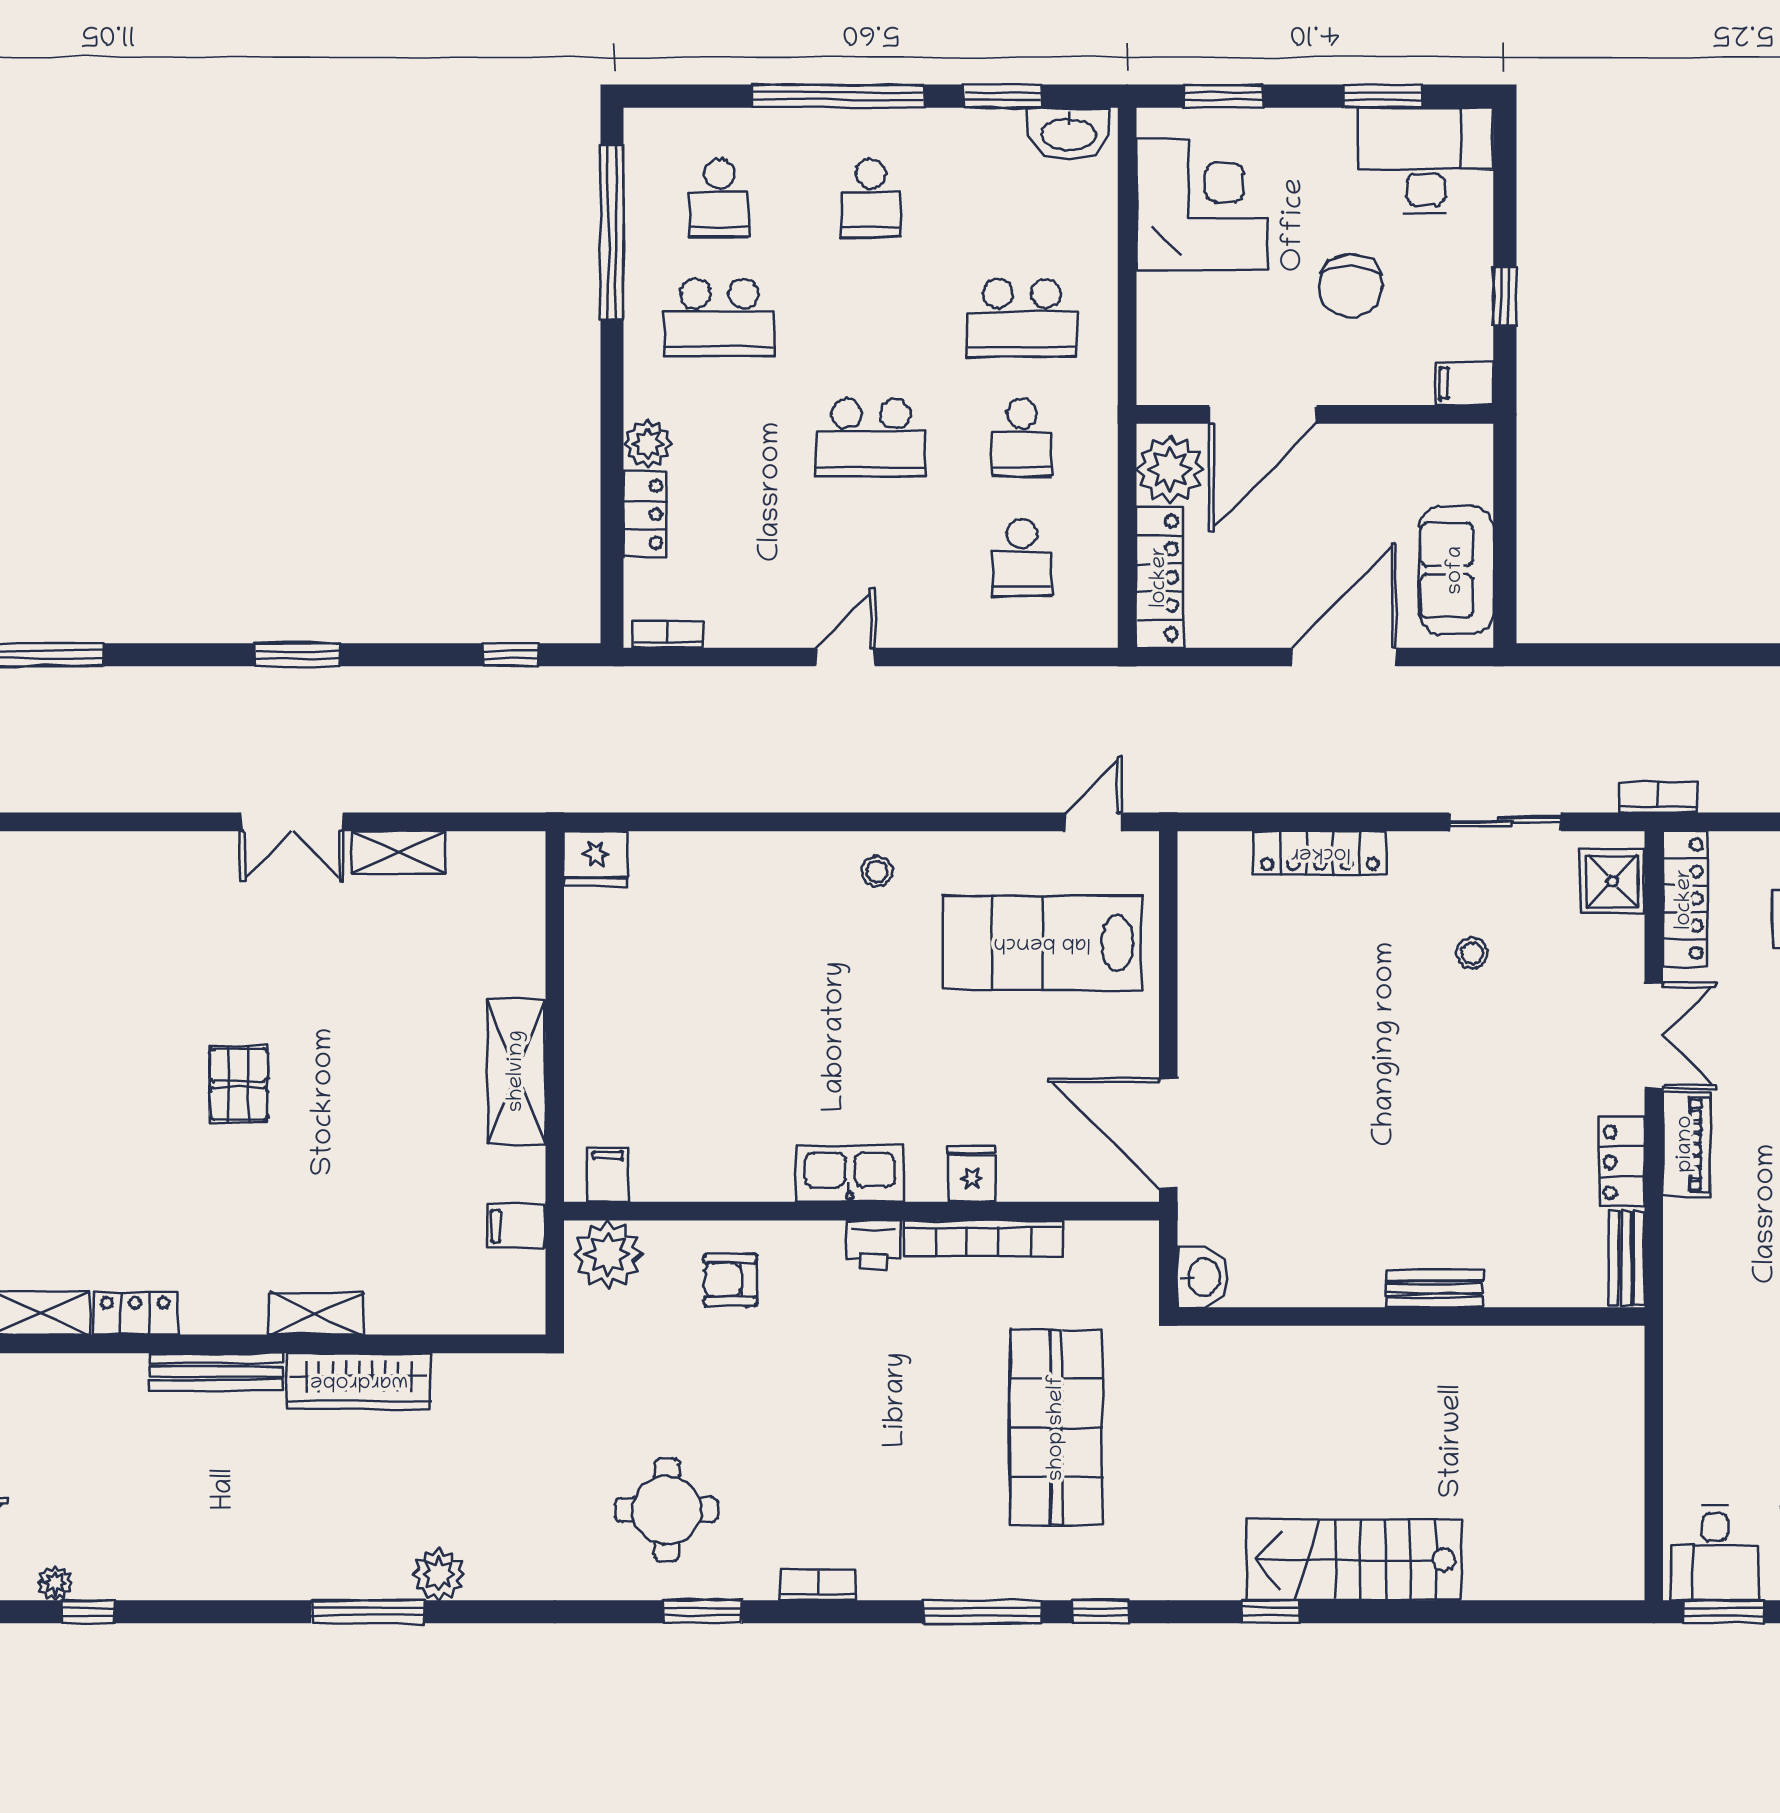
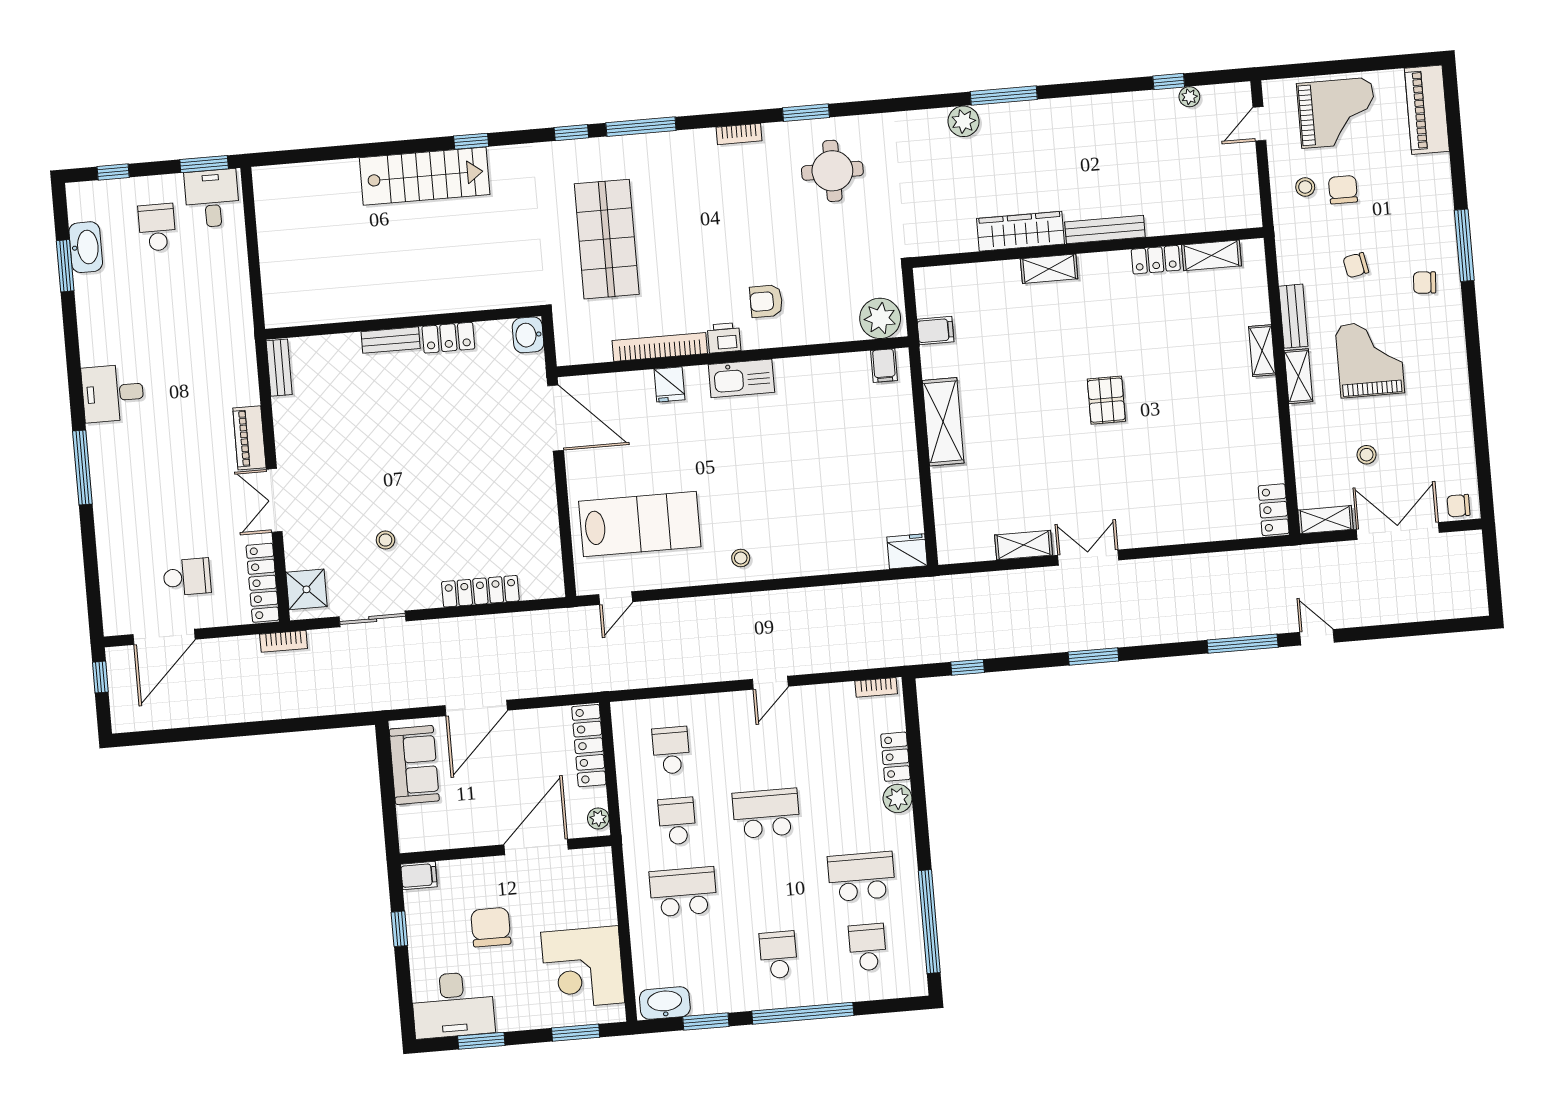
plant: (1170, 469) -> (598, 818), width x0.53, depth x0.53
locker: (1622, 1162) -> (448, 338), moved, turned 90
armchair: (730, 1280) -> (766, 301), moved, turned 180

